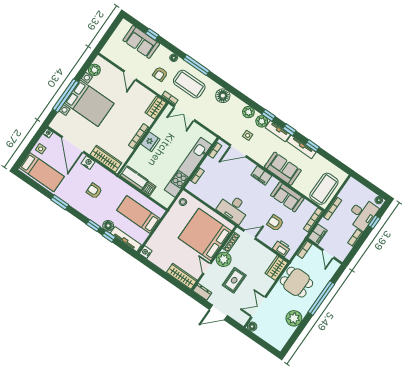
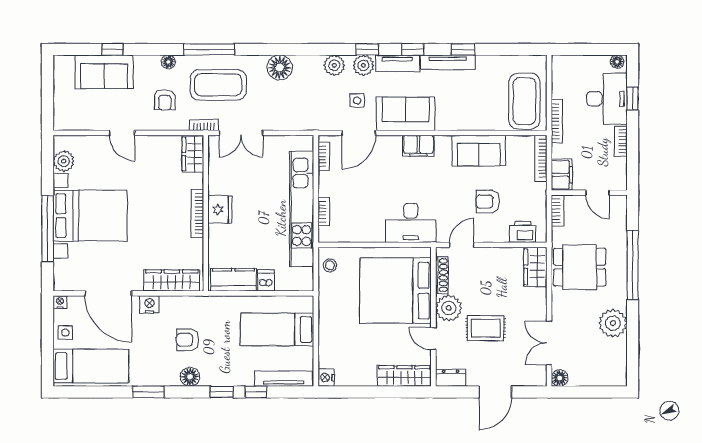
sofa: (283, 169) -> (406, 114), moved
floor lamp: (108, 226) -> (190, 377), moved
rug: (234, 280) -> (486, 328), turned 90

